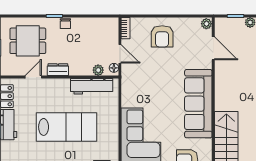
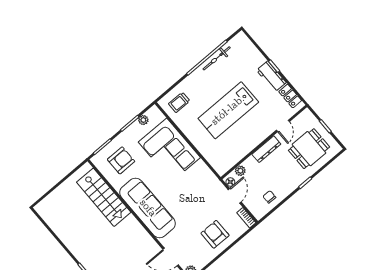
chair: (65, 24) -> (269, 197), moved
door: (120, 54) -> (235, 196), swing flipped
dresser: (58, 70) -> (266, 149), width x1.44
workbench: (92, 86) -> (235, 155), removed

